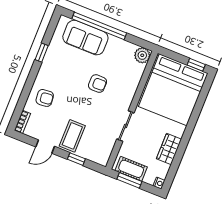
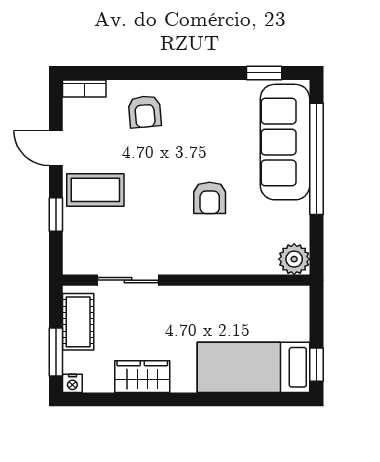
sofa: (85, 38) -> (285, 142), width x1.36
window: (42, 53) -> (264, 73), moved
bed: (173, 90) -> (254, 367), width x0.49
sliding door: (125, 126) -> (128, 280), moved
window: (129, 180) -> (56, 352), moved

